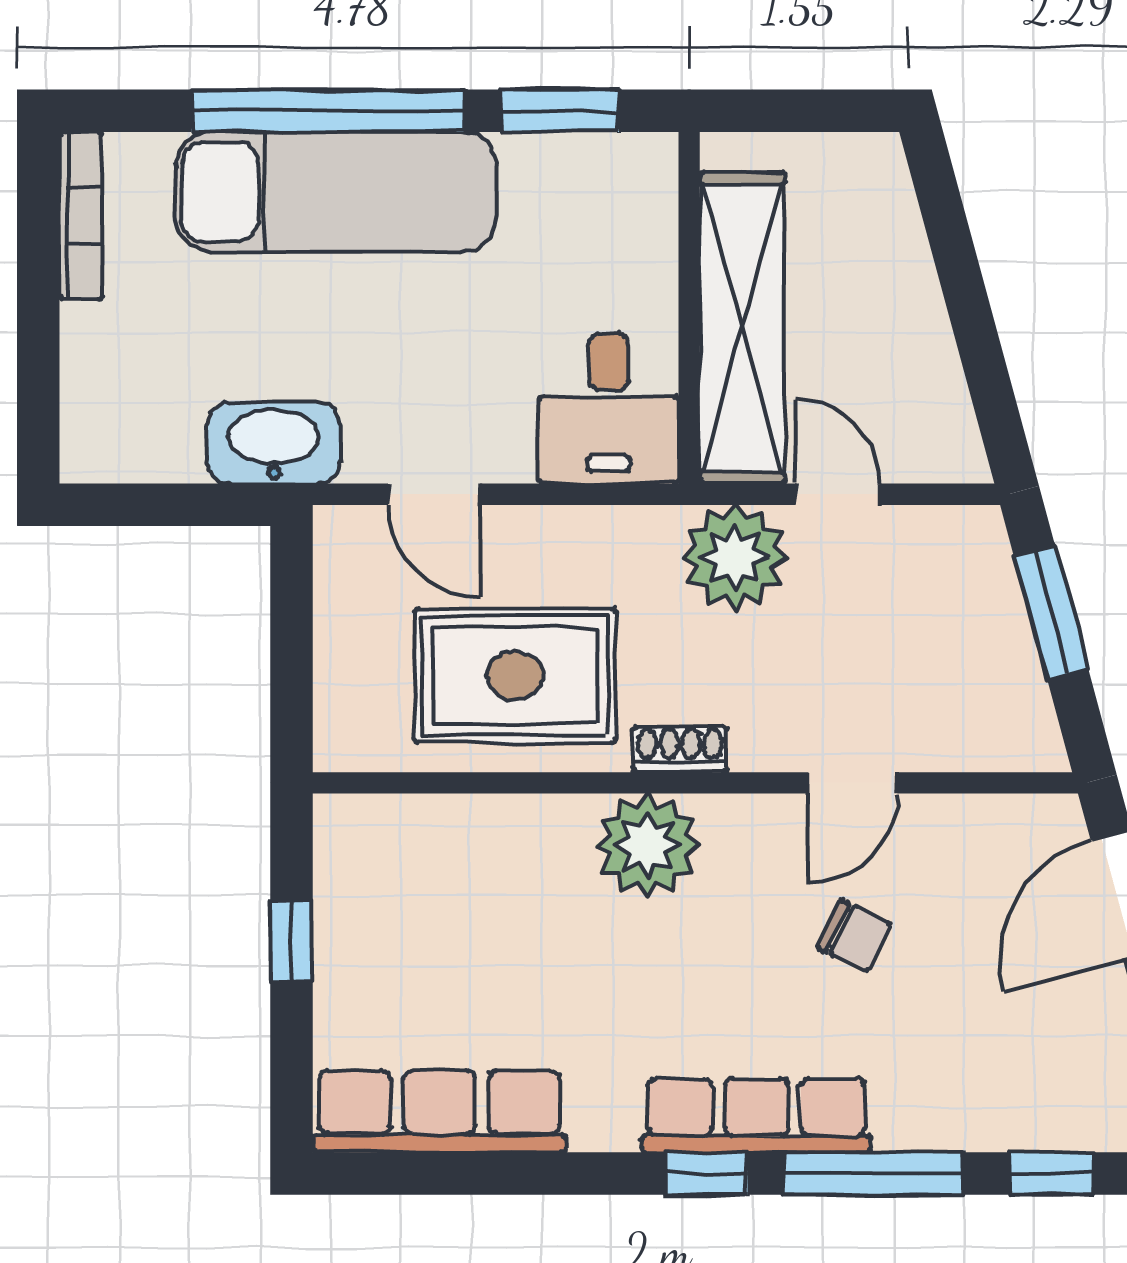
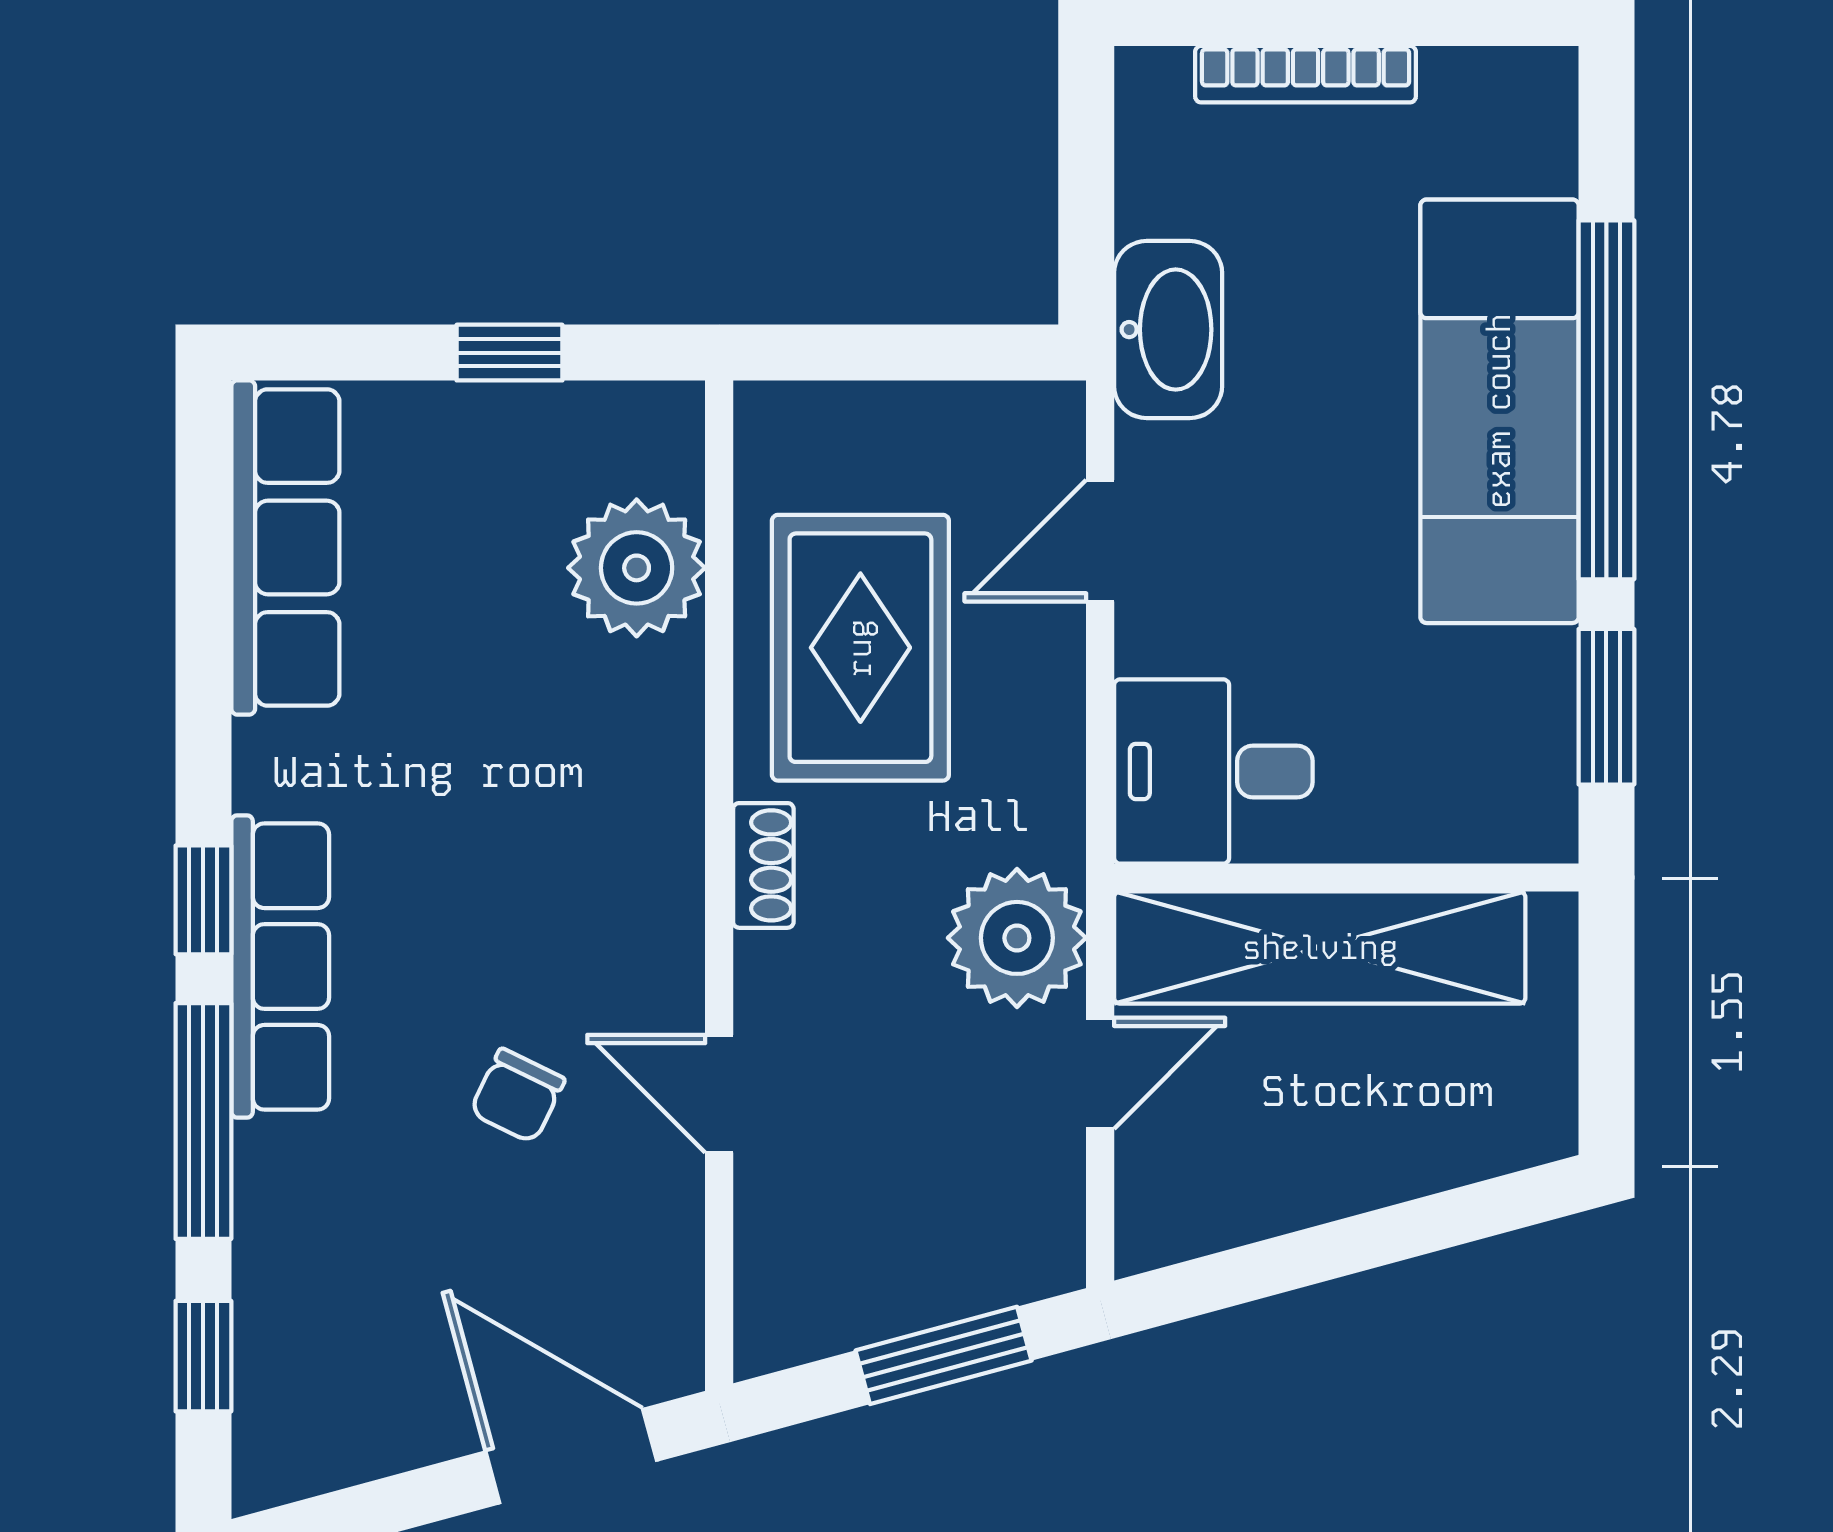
bookcase: (81, 215) -> (1306, 74), moved
plant: (648, 845) -> (637, 568), moved

